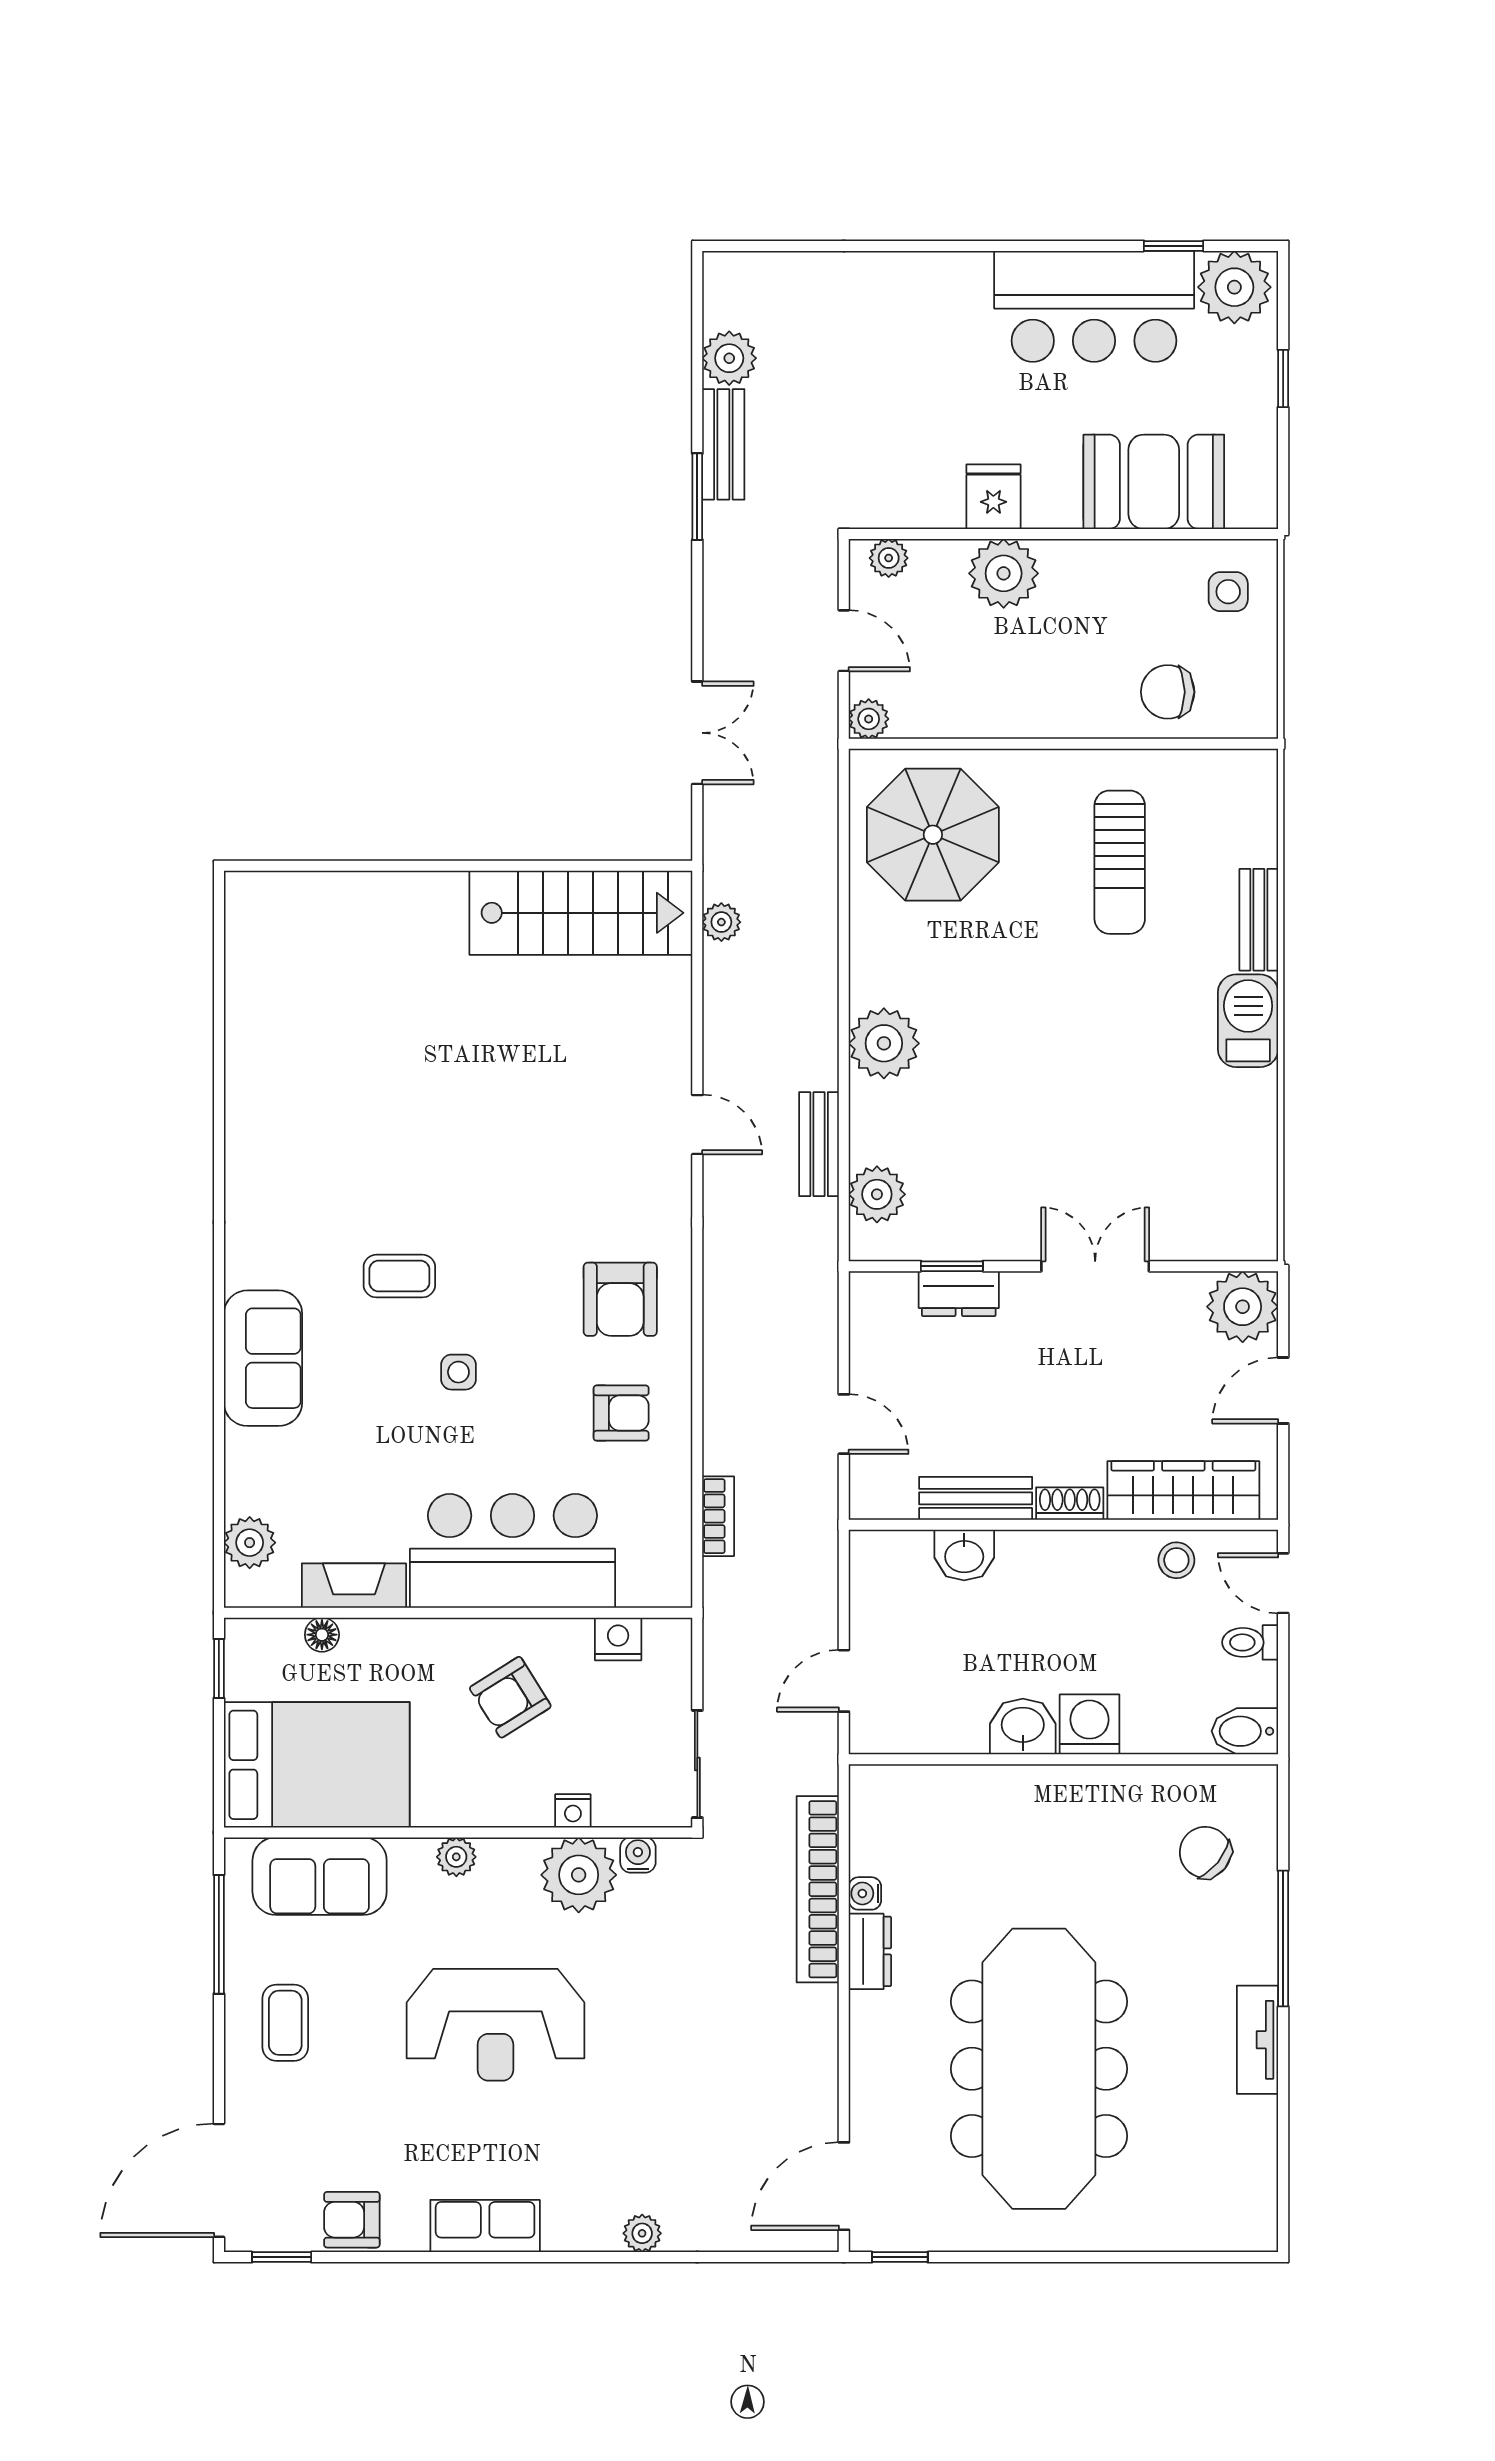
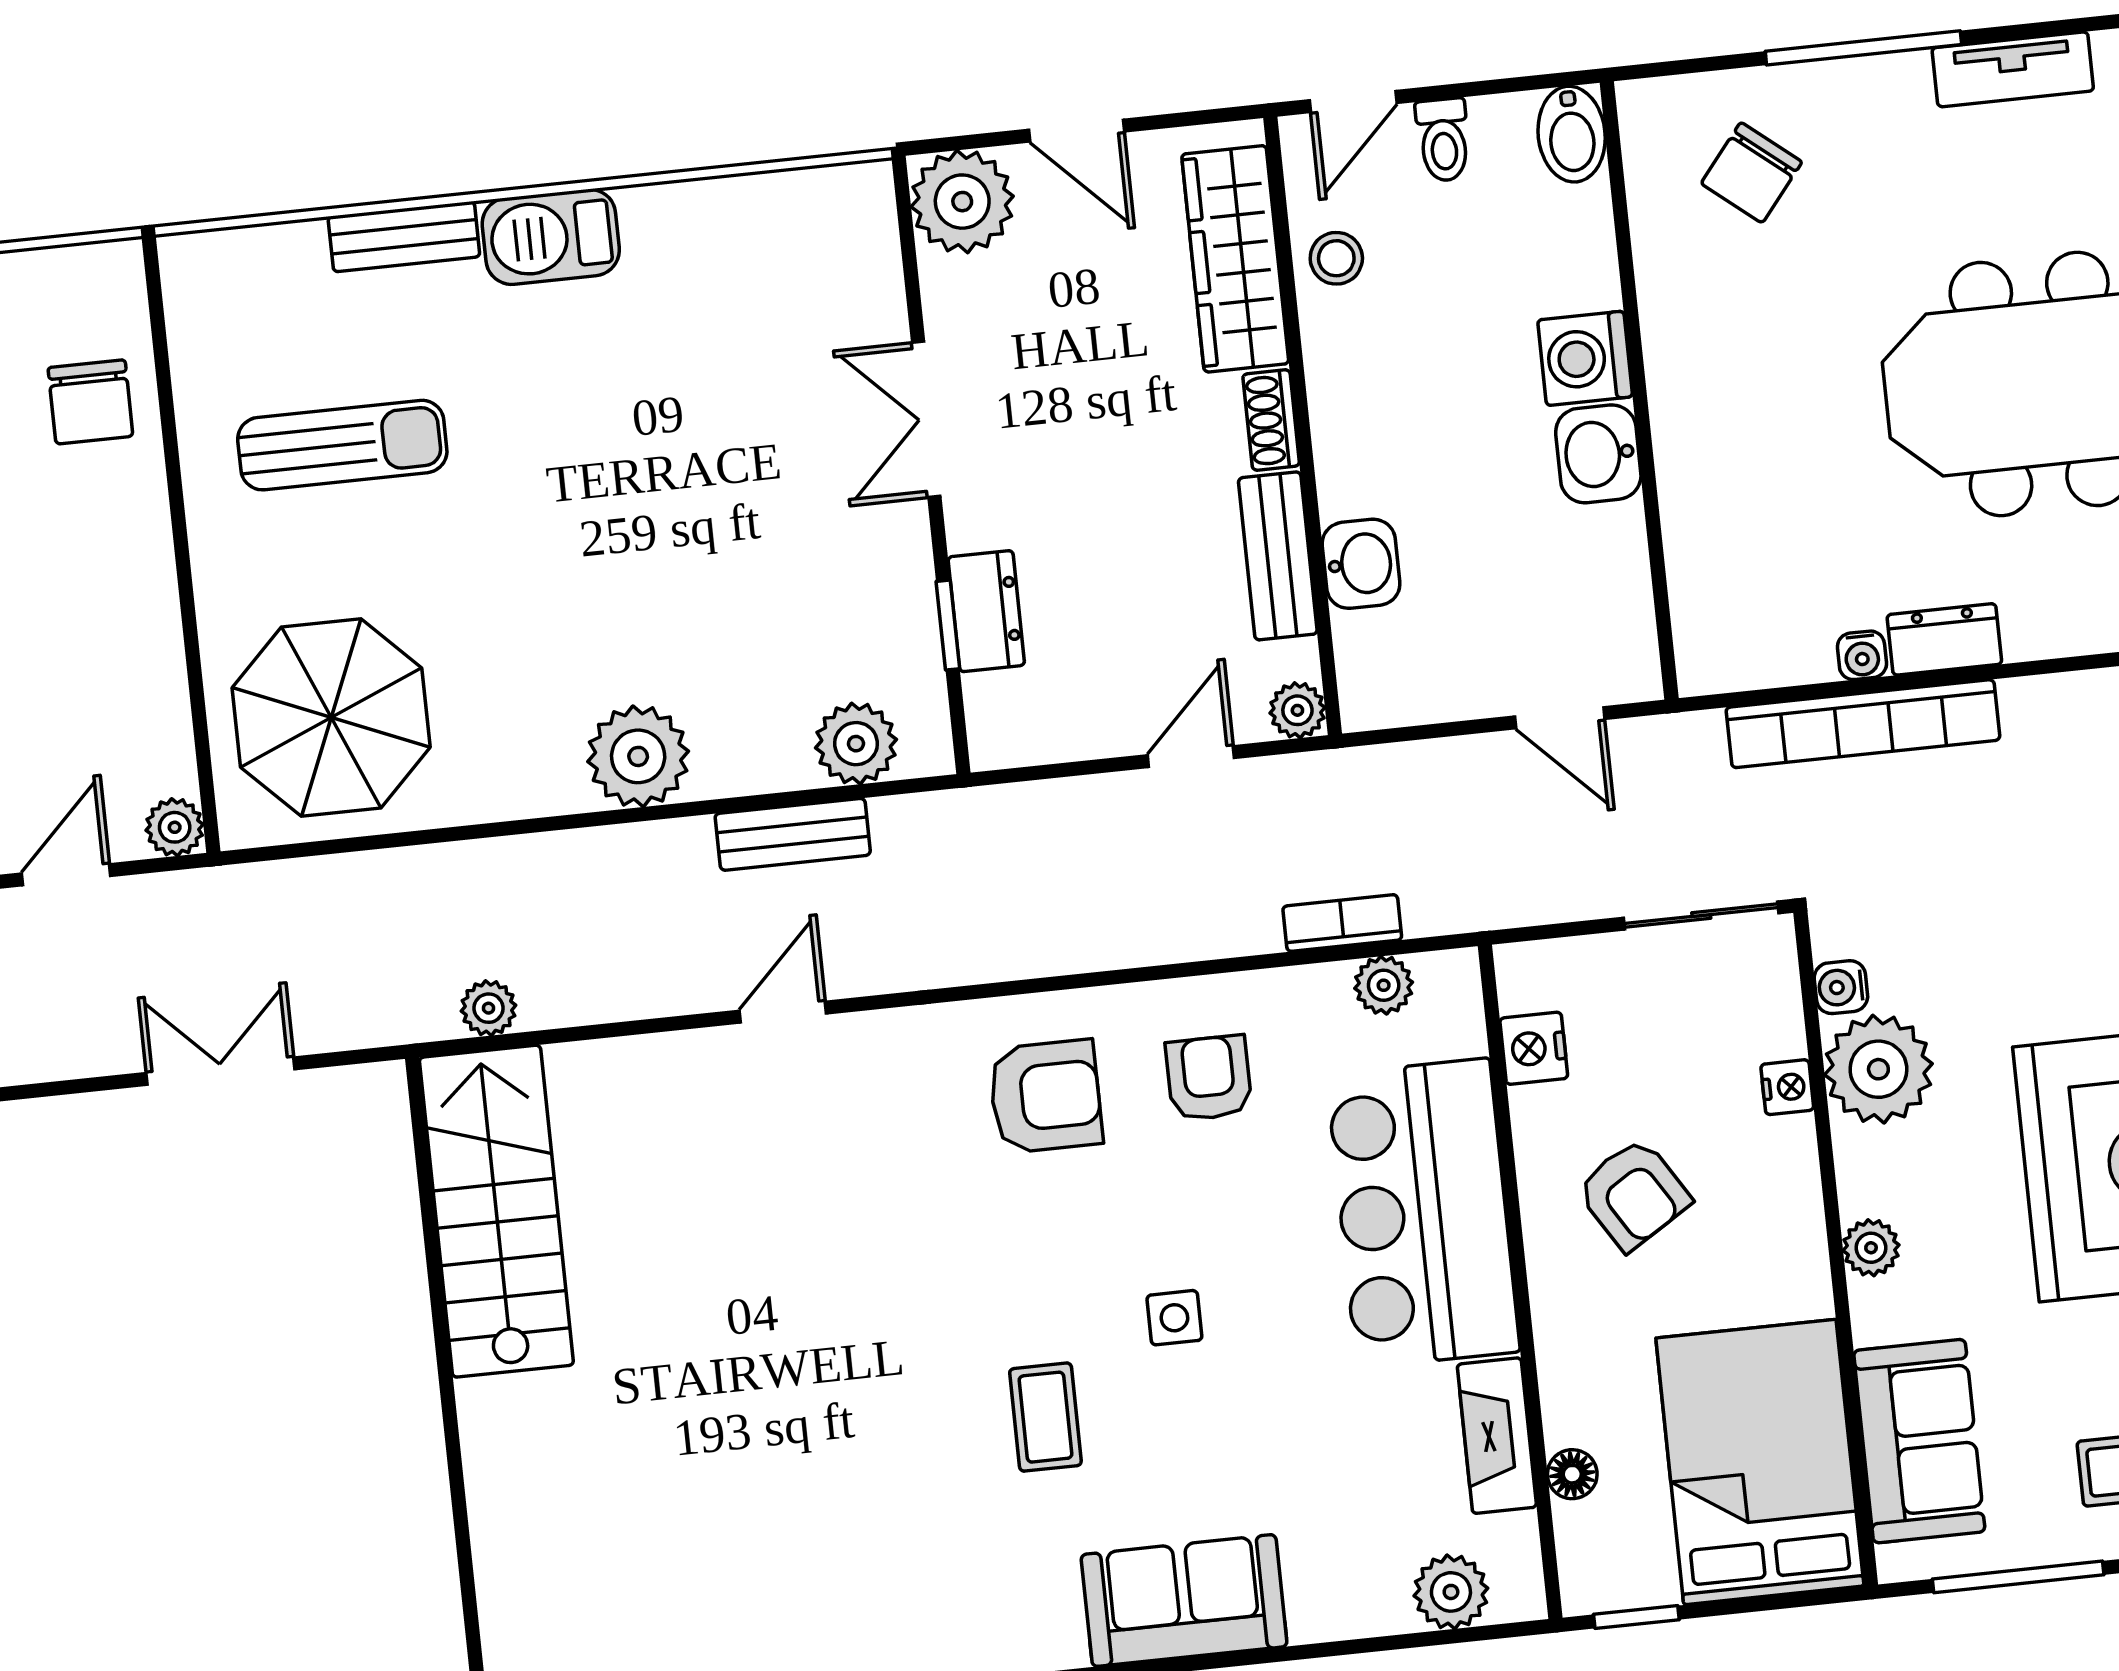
plant: (868, 1501) -> (1297, 710), added
plant: (672, 1540) -> (1384, 985), added

